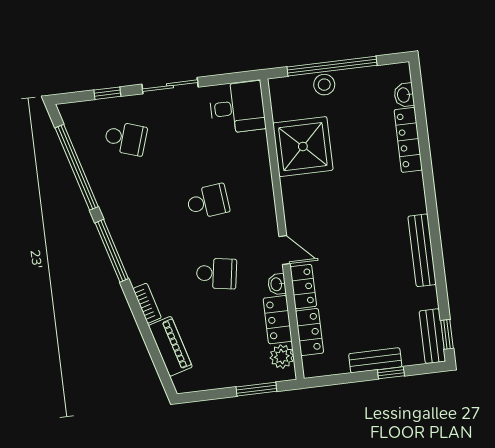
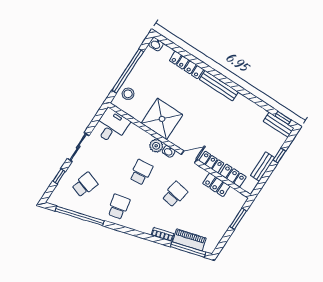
stool: (324, 85) -> (128, 94), moved
washbasin: (404, 95) -> (156, 44), moved
shower: (303, 147) -> (162, 119), moved
school desk: (134, 210) -> (119, 207), added
bench: (422, 250) -> (219, 86), moved
window: (112, 251) -> (188, 249), moved
washbasin: (277, 284) -> (169, 151), moved
plant: (282, 357) -> (156, 146), moved
bench: (375, 360) -> (263, 167), moved

